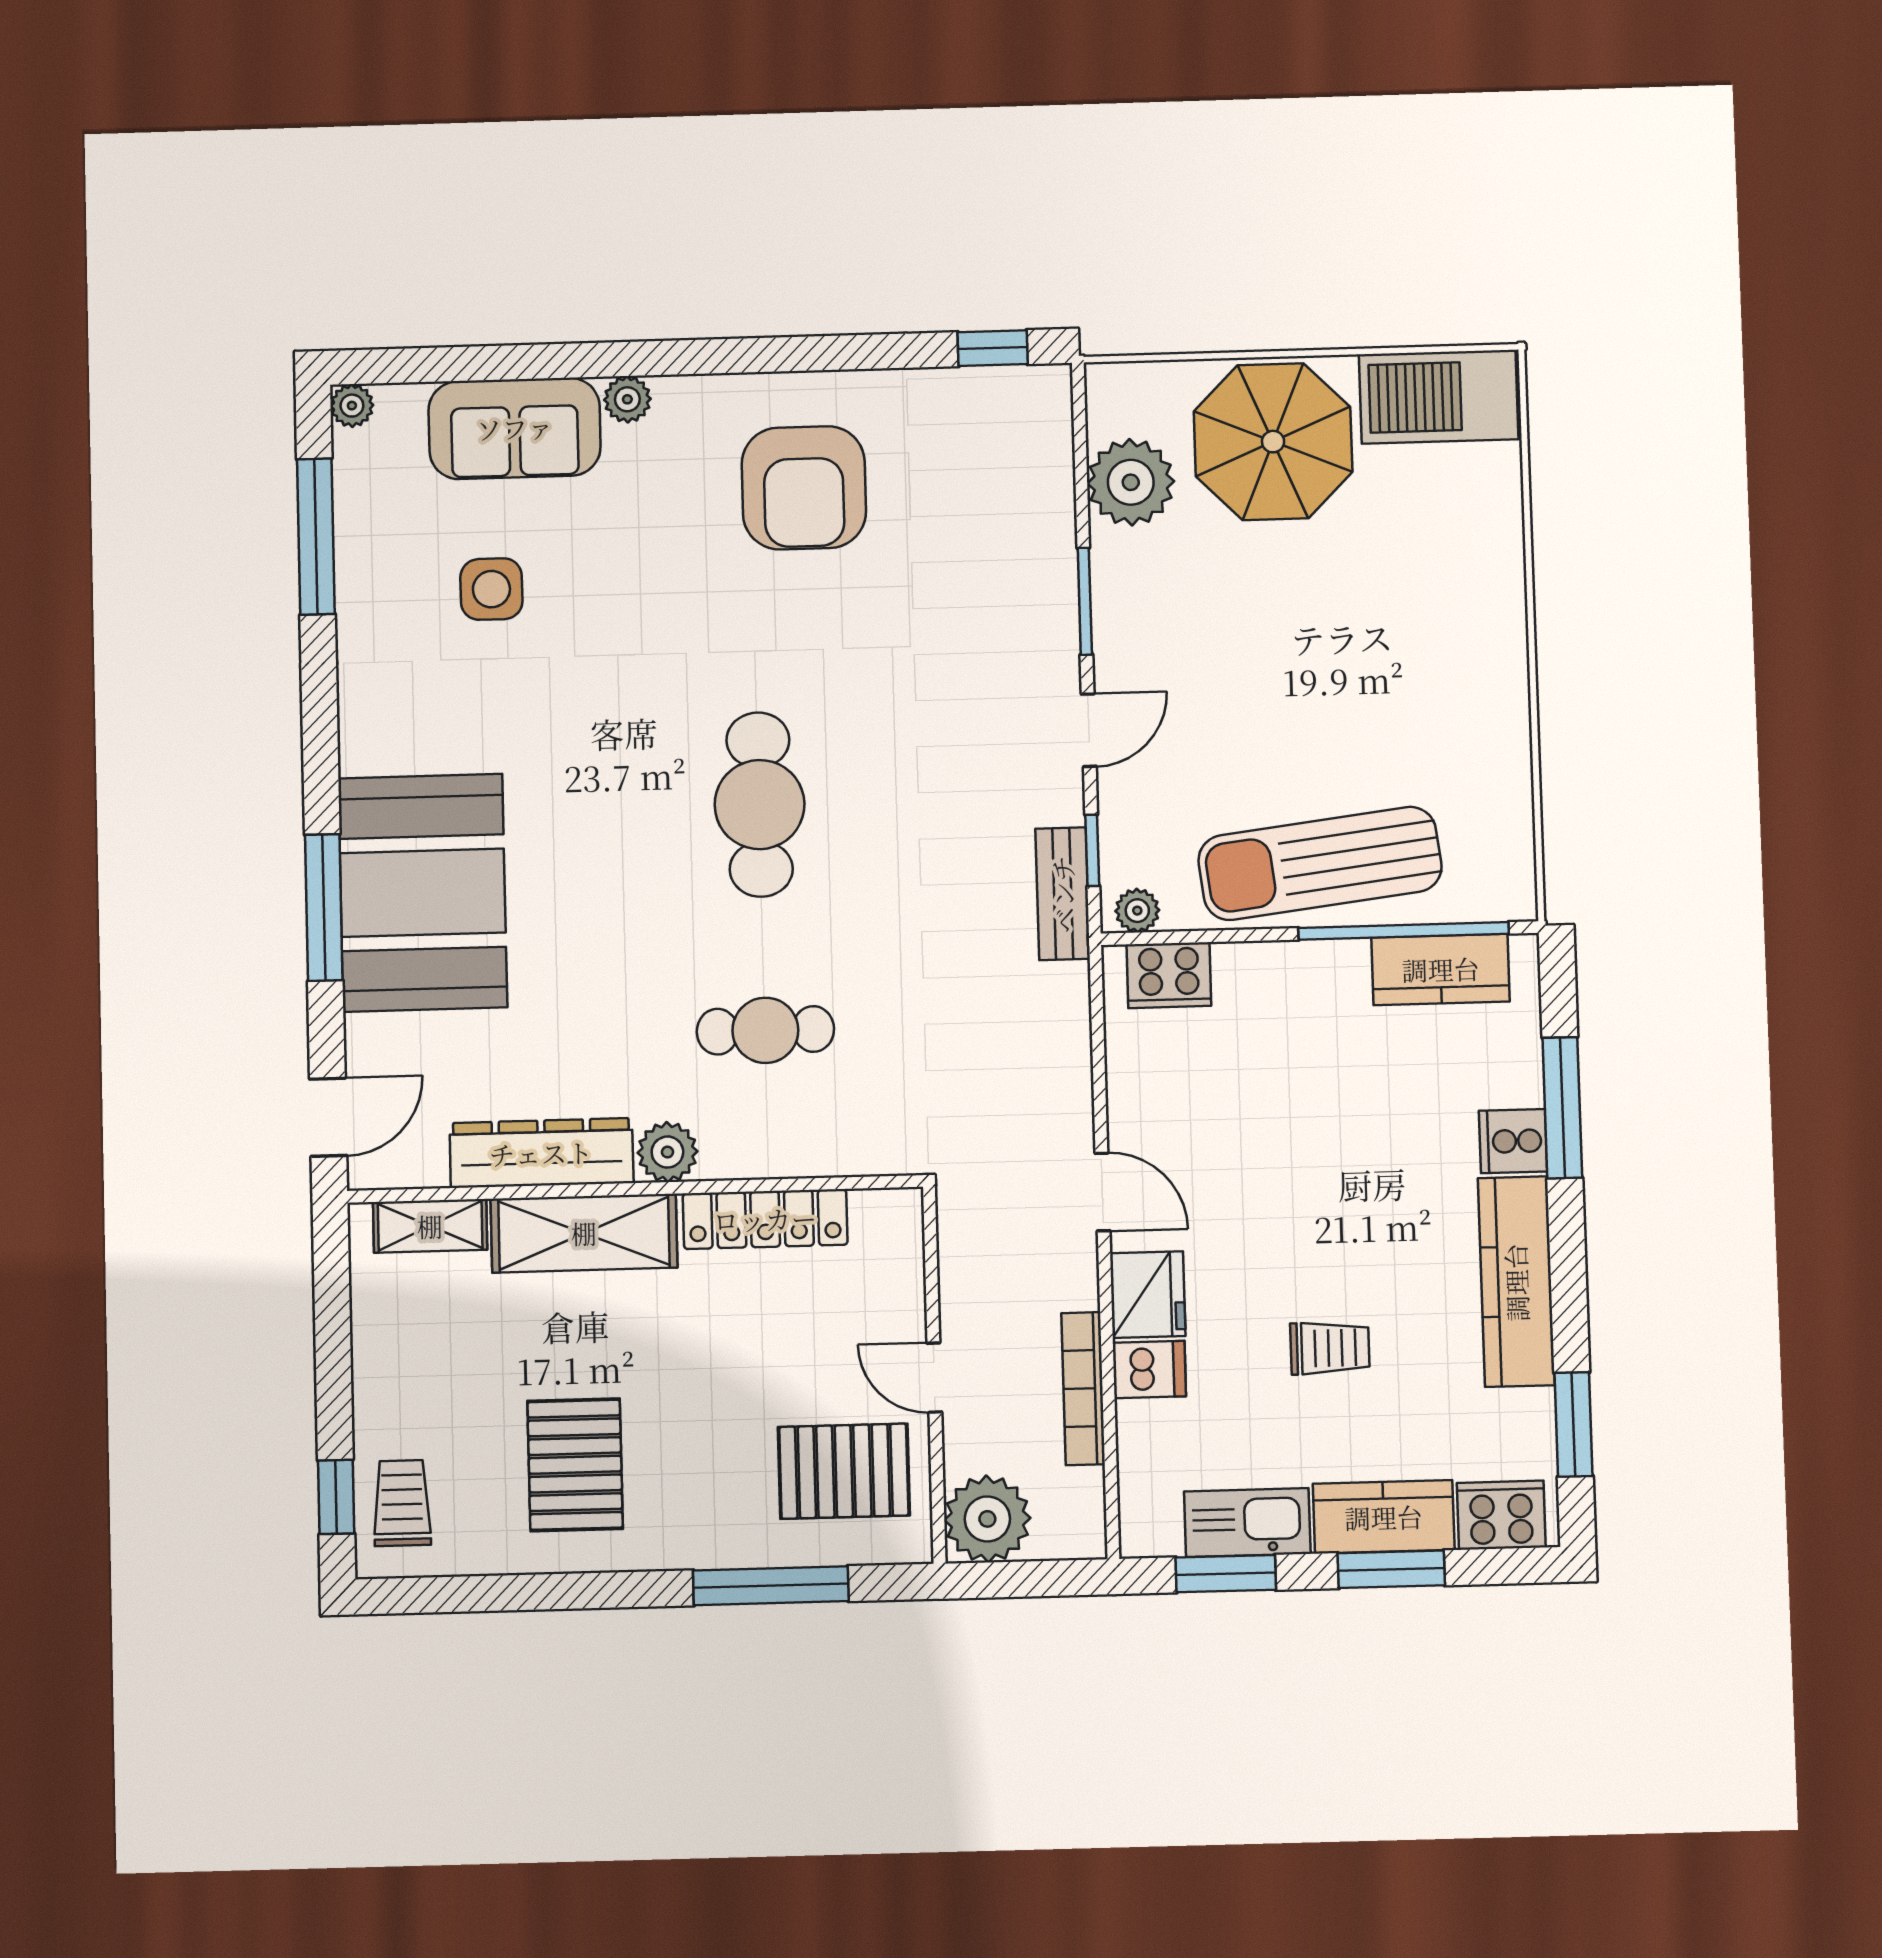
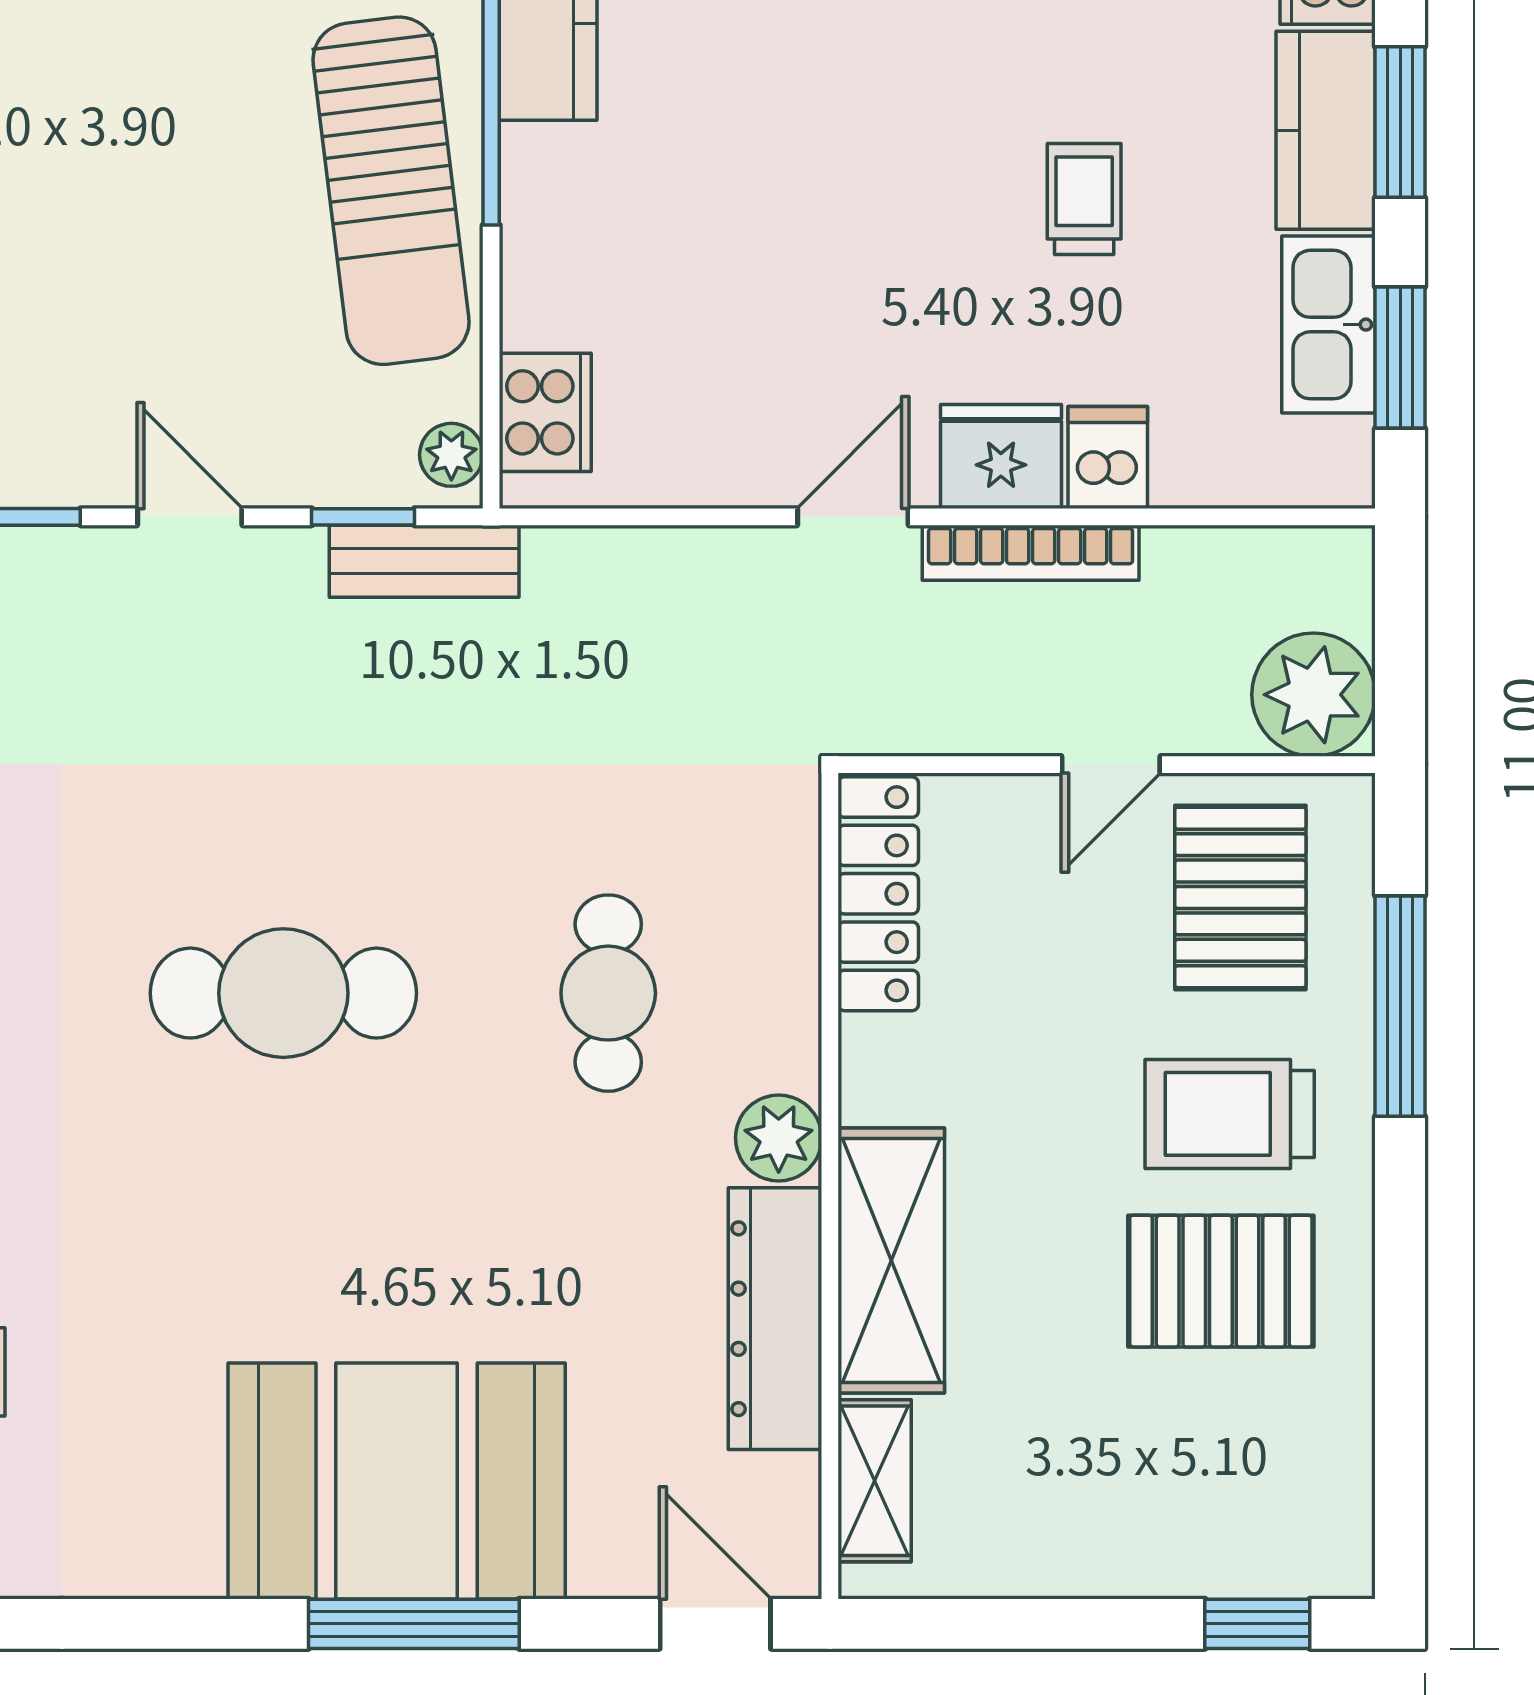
locker: (765, 1219) -> (878, 894), moved
bookcase: (1083, 1389) -> (1031, 553), moved
trolley: (402, 1503) -> (1230, 1114), moved, width x1.36, depth x1.39

